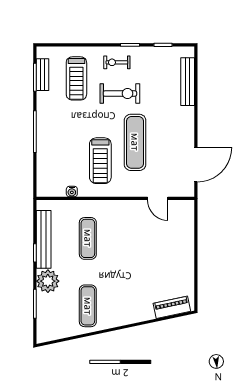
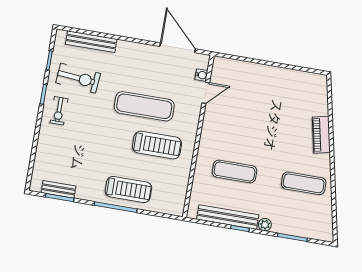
treadmill: (76, 78) -> (128, 189), moved
exercise bike: (120, 94) -> (78, 78), moved, turned 95
water cooler: (72, 192) -> (201, 75), moved
plant: (48, 281) -> (265, 225), width x0.53, depth x0.53
piano: (172, 307) -> (321, 135), moved

